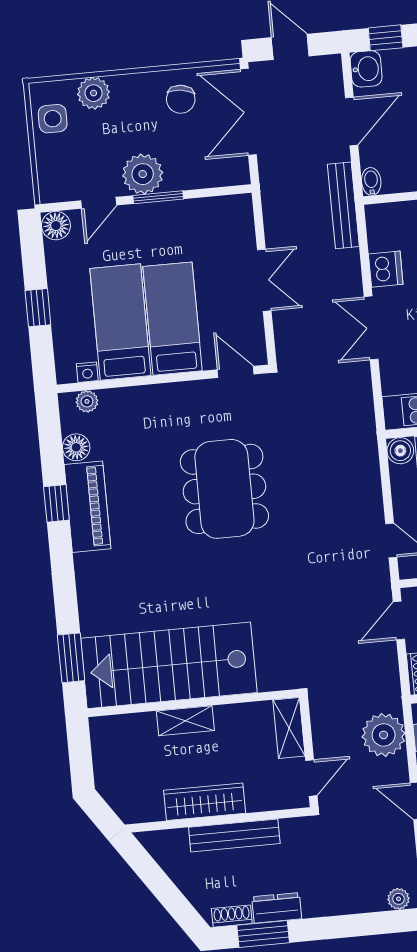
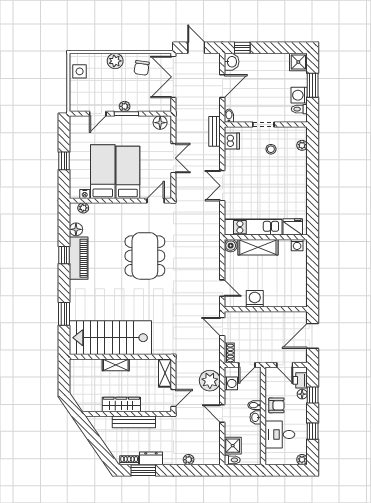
plant: (94, 93) -> (115, 61), moved
plant: (143, 174) -> (125, 106), width x0.53, depth x0.53
bench: (343, 205) -> (215, 131), width x0.73
floor lamp: (56, 226) -> (160, 123), moved
dishwasher: (386, 269) -> (232, 141), moved
door: (236, 372) -> (156, 201), hinge flipped
door: (399, 620) -> (222, 327), hinge flipped
window: (71, 658) -> (64, 314), moved
plant: (399, 899) -> (189, 460), moved

